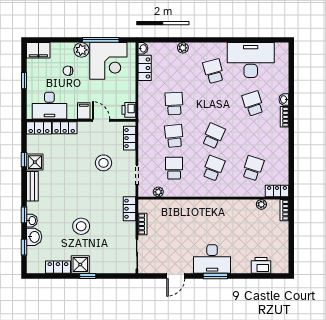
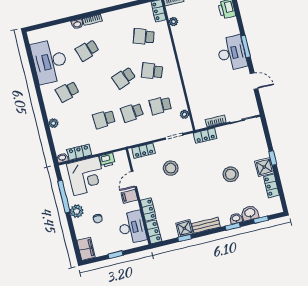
corner desk: (108, 61) -> (86, 176), moved, turned 90
printer: (129, 110) -> (107, 160), moved
school desk: (213, 136) -> (124, 78), turned -45

